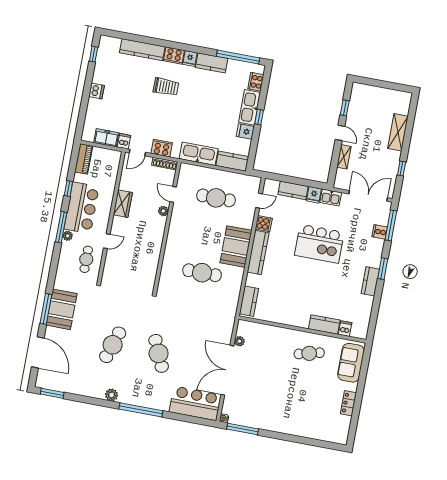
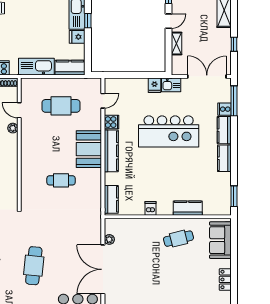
door: (340, 133) -> (168, 21), hinge flipped
kitchen counter: (293, 190) -> (224, 130), moved, turned 90
kitchen island: (319, 244) -> (169, 131), width x1.37
window: (383, 269) -> (234, 196), moved
cafe table: (202, 273) -> (61, 180), width x0.73, depth x0.74
dishwasher: (345, 329) -> (150, 208), moved
cafe table: (159, 353) -> (34, 266), turned 30

